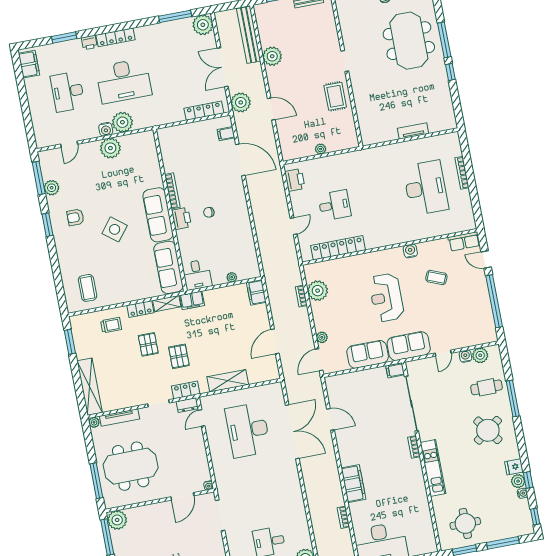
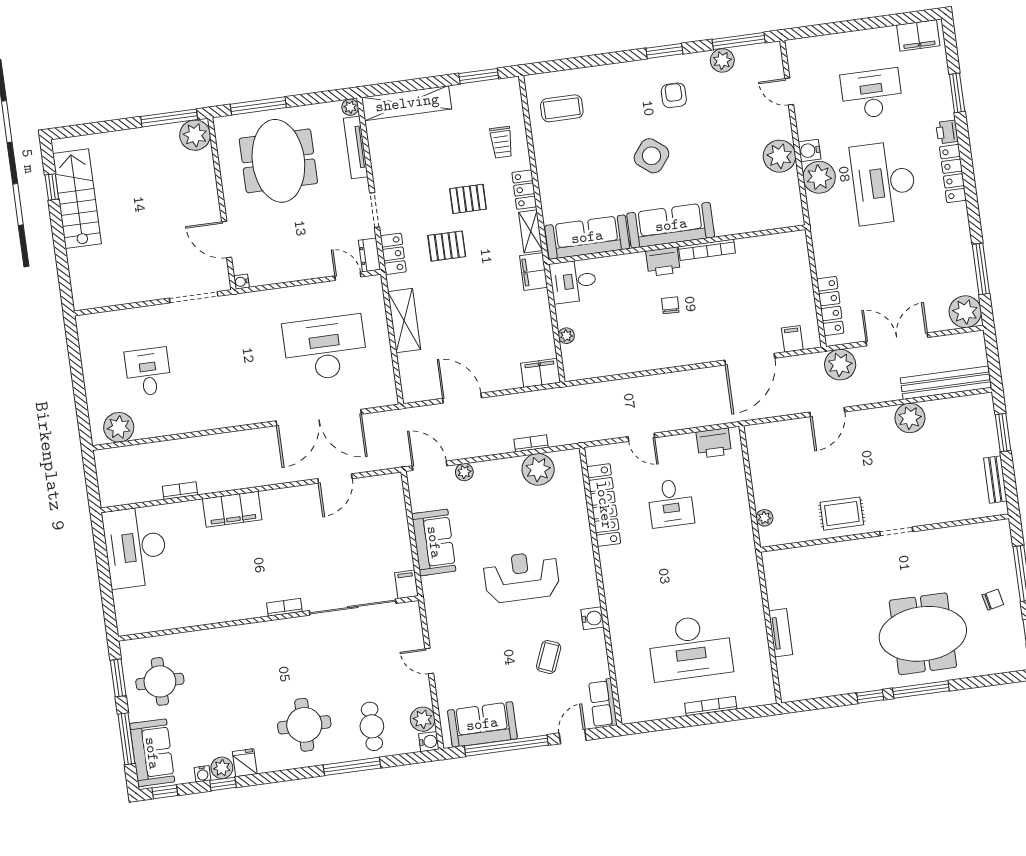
plant: (321, 149) -> (764, 518), moved
sofa: (409, 346) -> (482, 724), moved, turned -90
water cooler: (465, 356) -> (429, 742), moved
round table: (488, 430) -> (304, 725), turned 36
kitchen unit: (433, 468) -> (250, 635), removed
sofa: (511, 526) -> (152, 753), added

